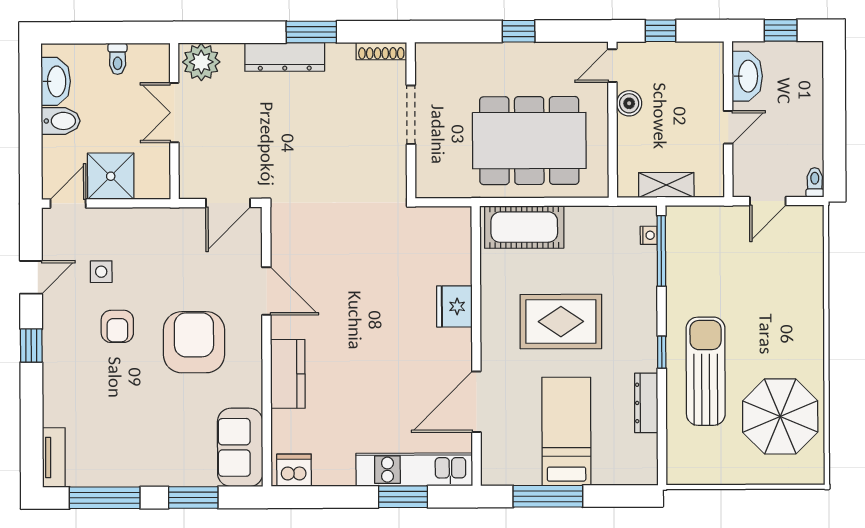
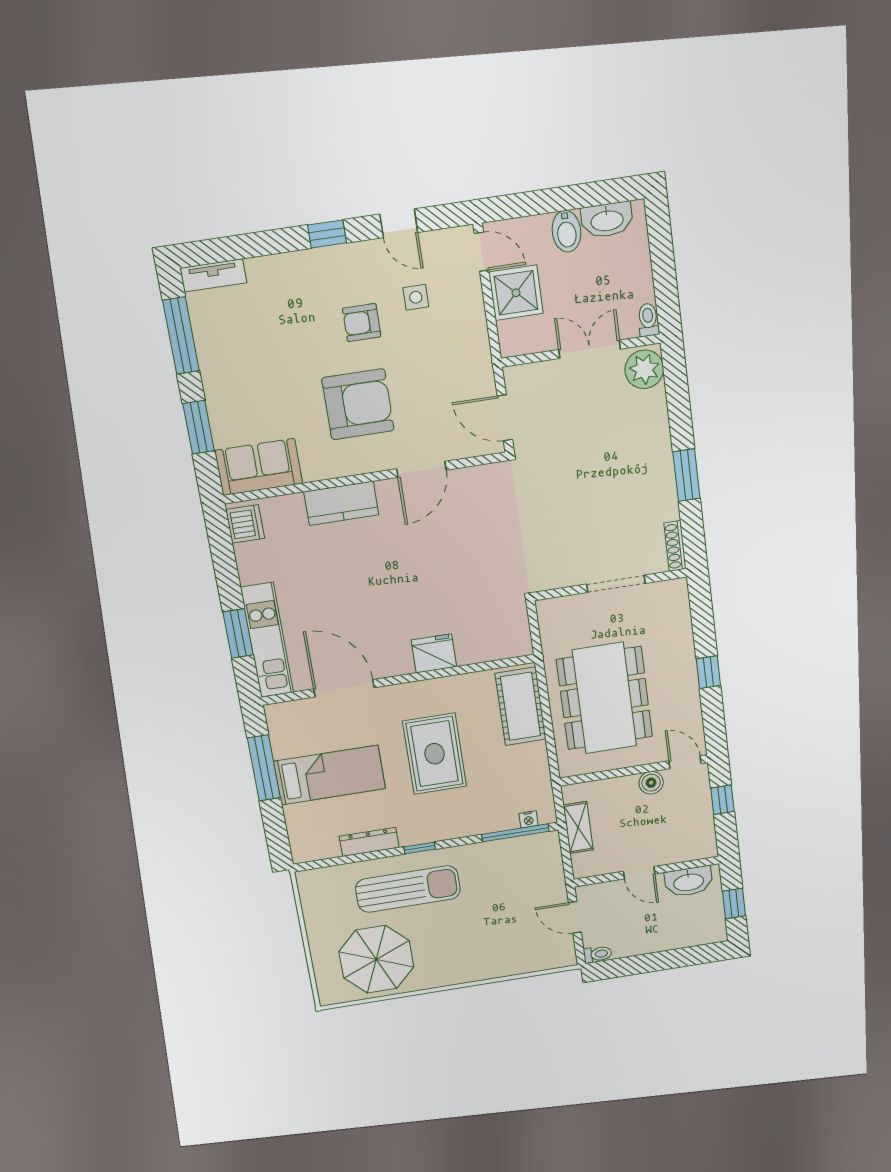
dresser: (285, 57) -> (659, 453), removed
toilet: (118, 59) -> (648, 320), moved, turned 90

